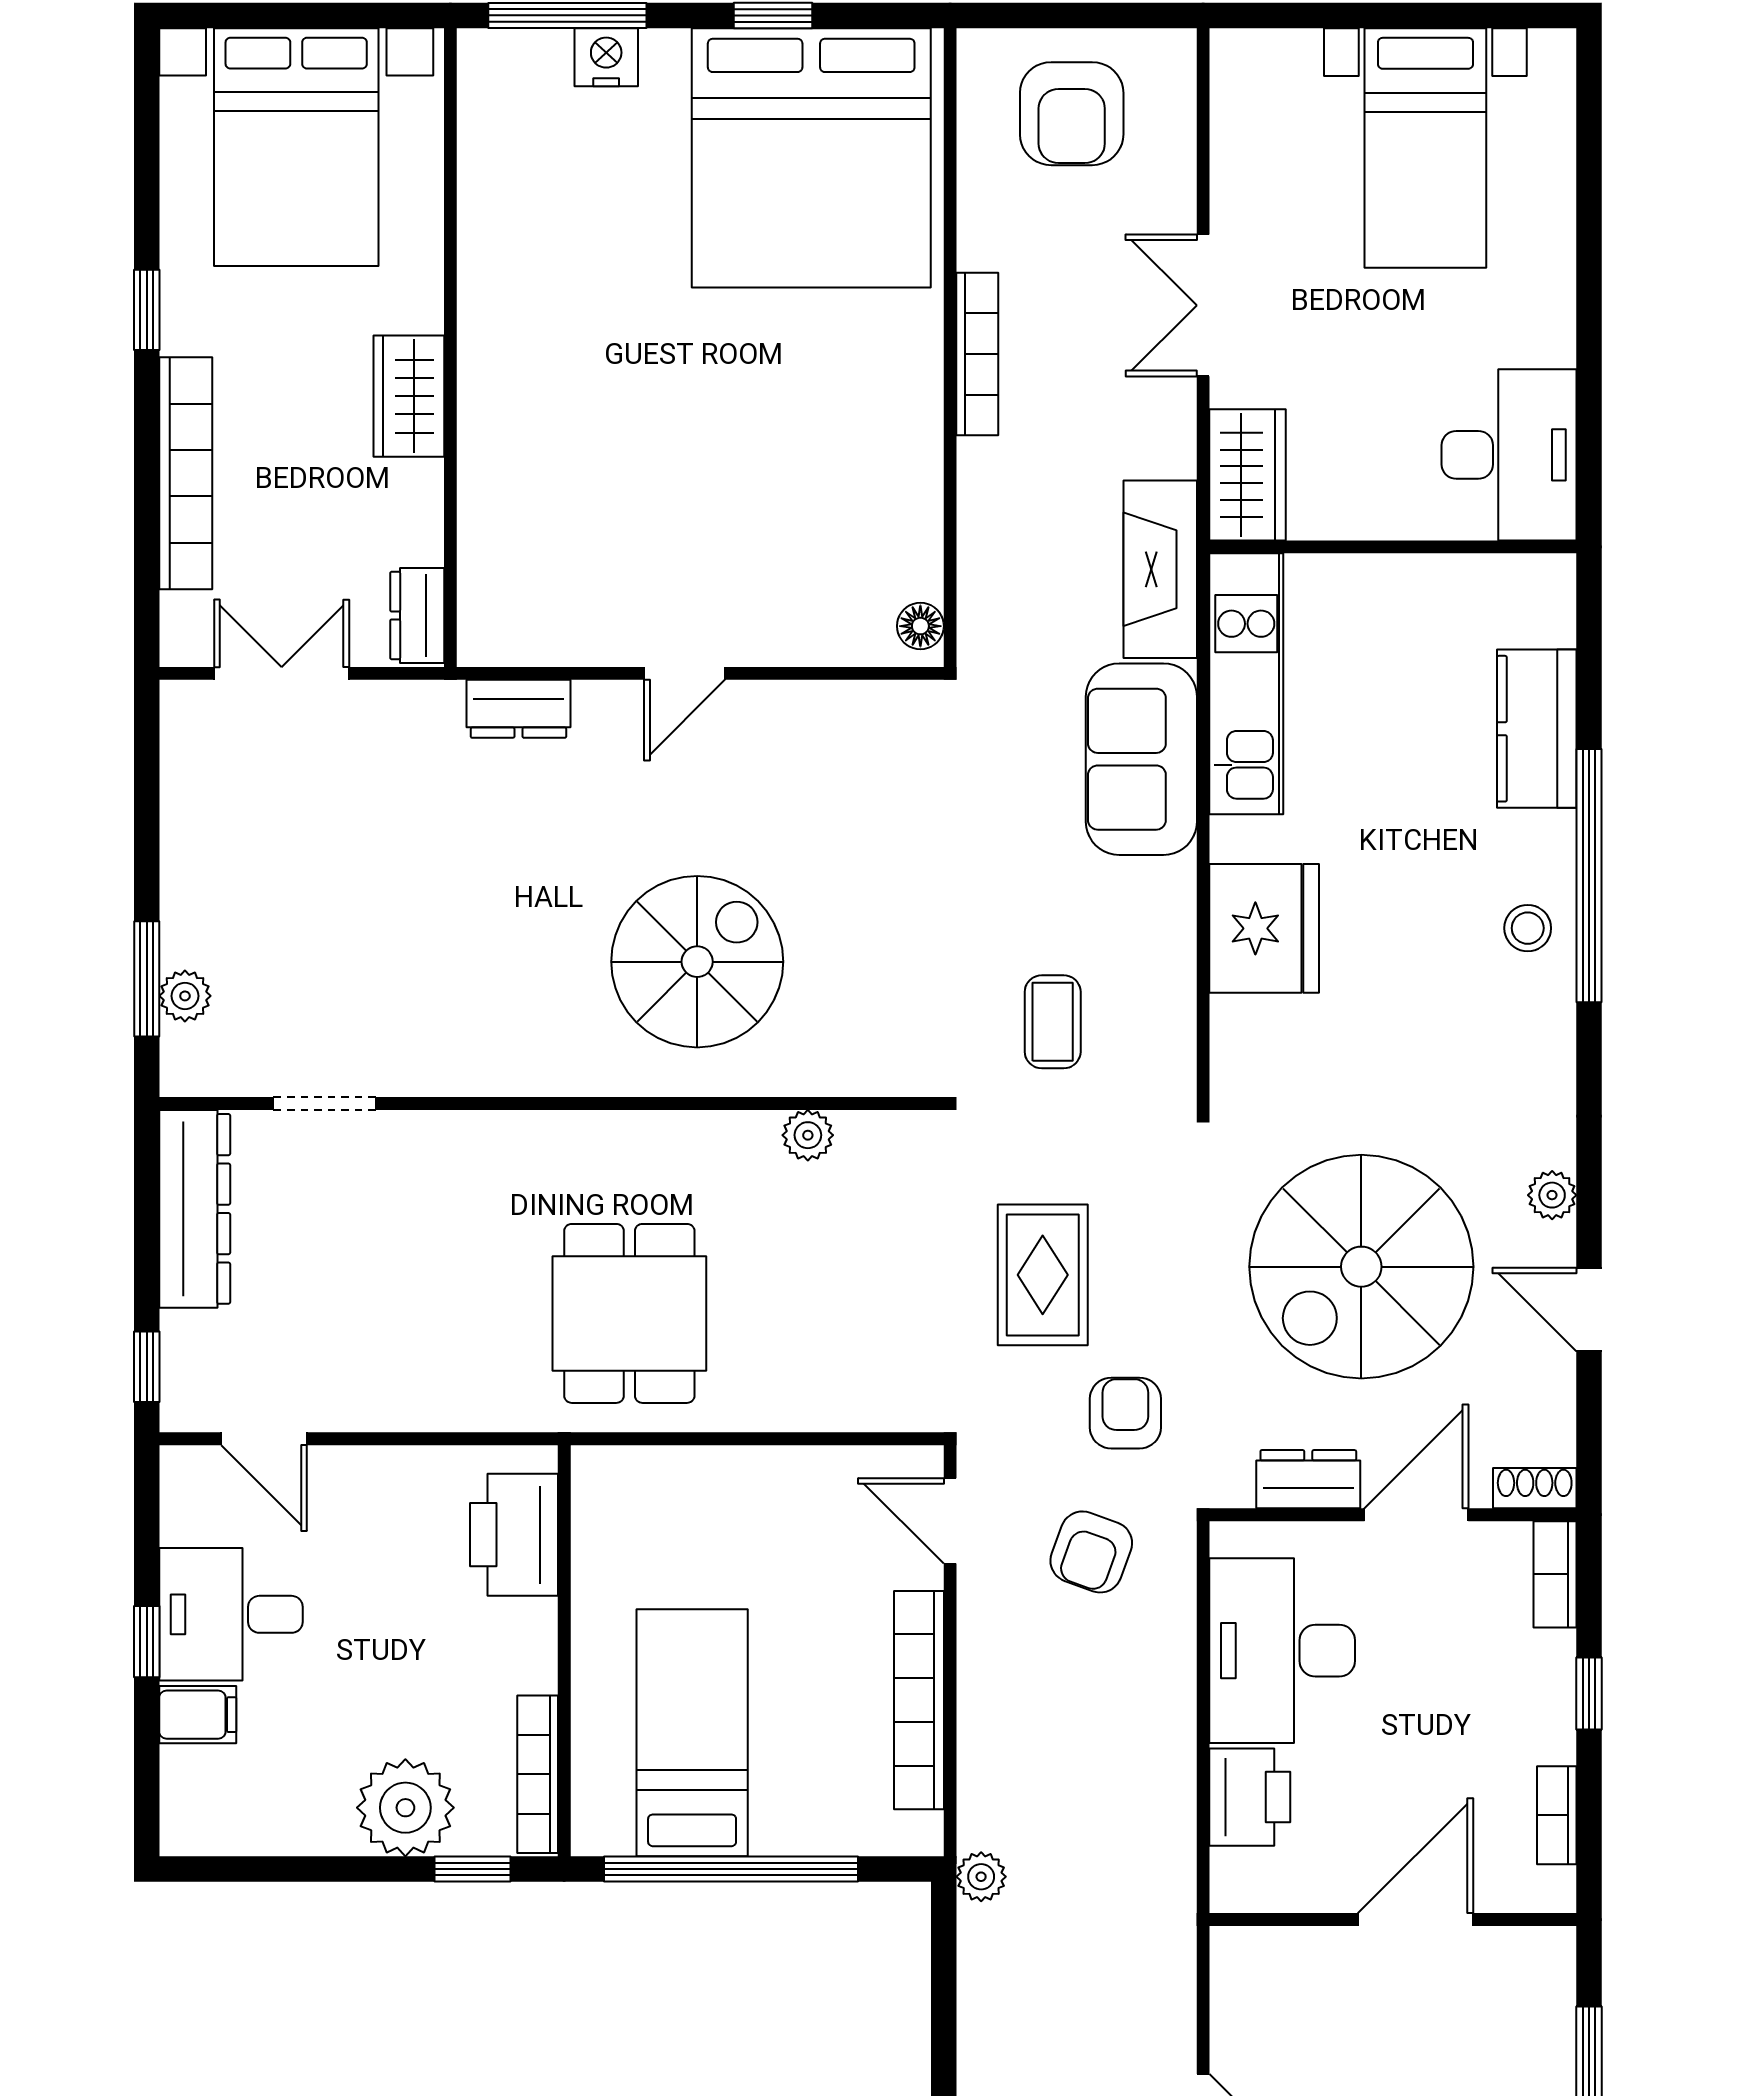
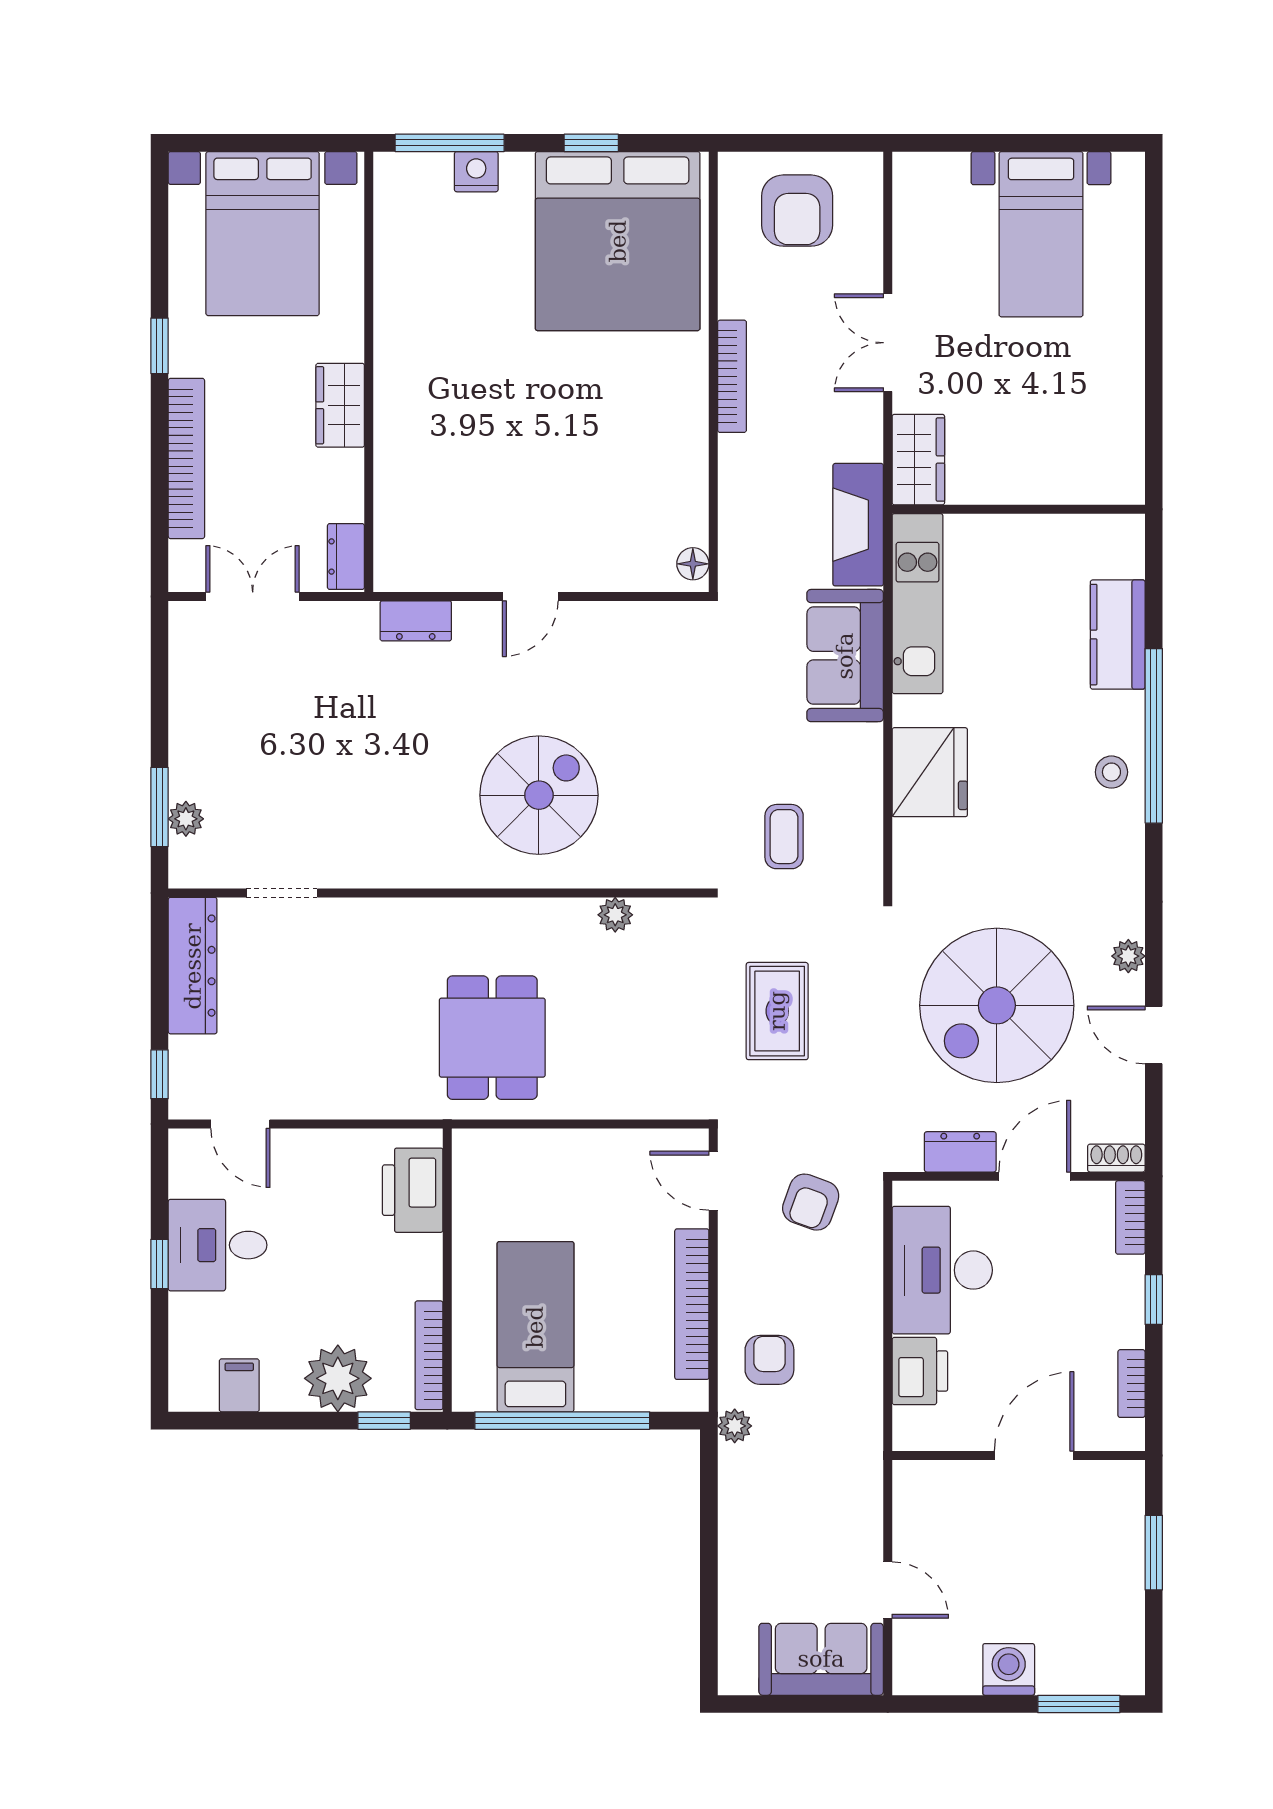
desk: (1509, 455) -> (1099, 446), removed
armchair: (1125, 1413) -> (769, 1360), moved
filing cabinet: (198, 1715) -> (239, 1385), moved, turned -90

